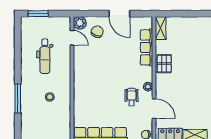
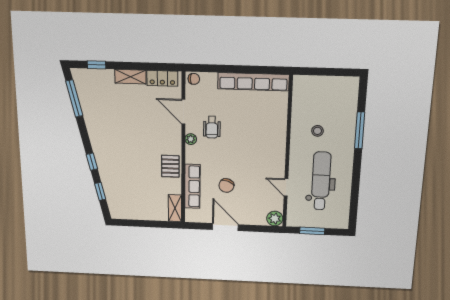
window: (38, 14) -> (312, 231), moved
chair: (97, 32) -> (226, 186), moved
door: (72, 38) -> (286, 188), moved
dental chair: (45, 56) -> (321, 181), width x1.36, depth x1.38

